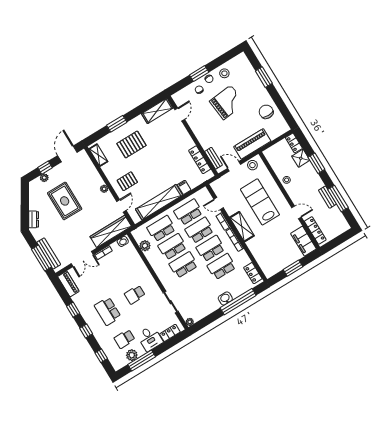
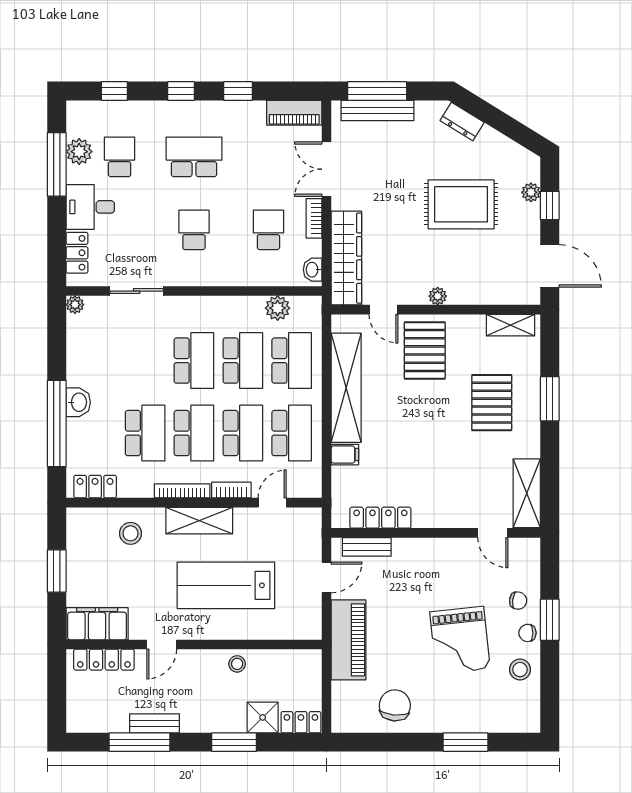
chair: (266, 112) -> (395, 705), turned -85
stool: (252, 165) -> (131, 533), moved
pallet: (127, 181) -> (425, 350), width x1.50, depth x1.42
lab bench: (260, 202) -> (226, 585), turned 180
school desk: (118, 267) -> (268, 230), added

